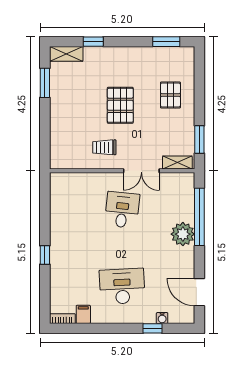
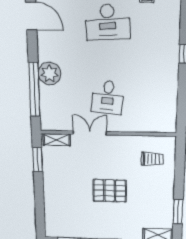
pallet: (170, 95) -> (65, 198), removed
pallet: (120, 105) -> (110, 191), turned 90
trolley: (104, 147) -> (152, 159), moved

